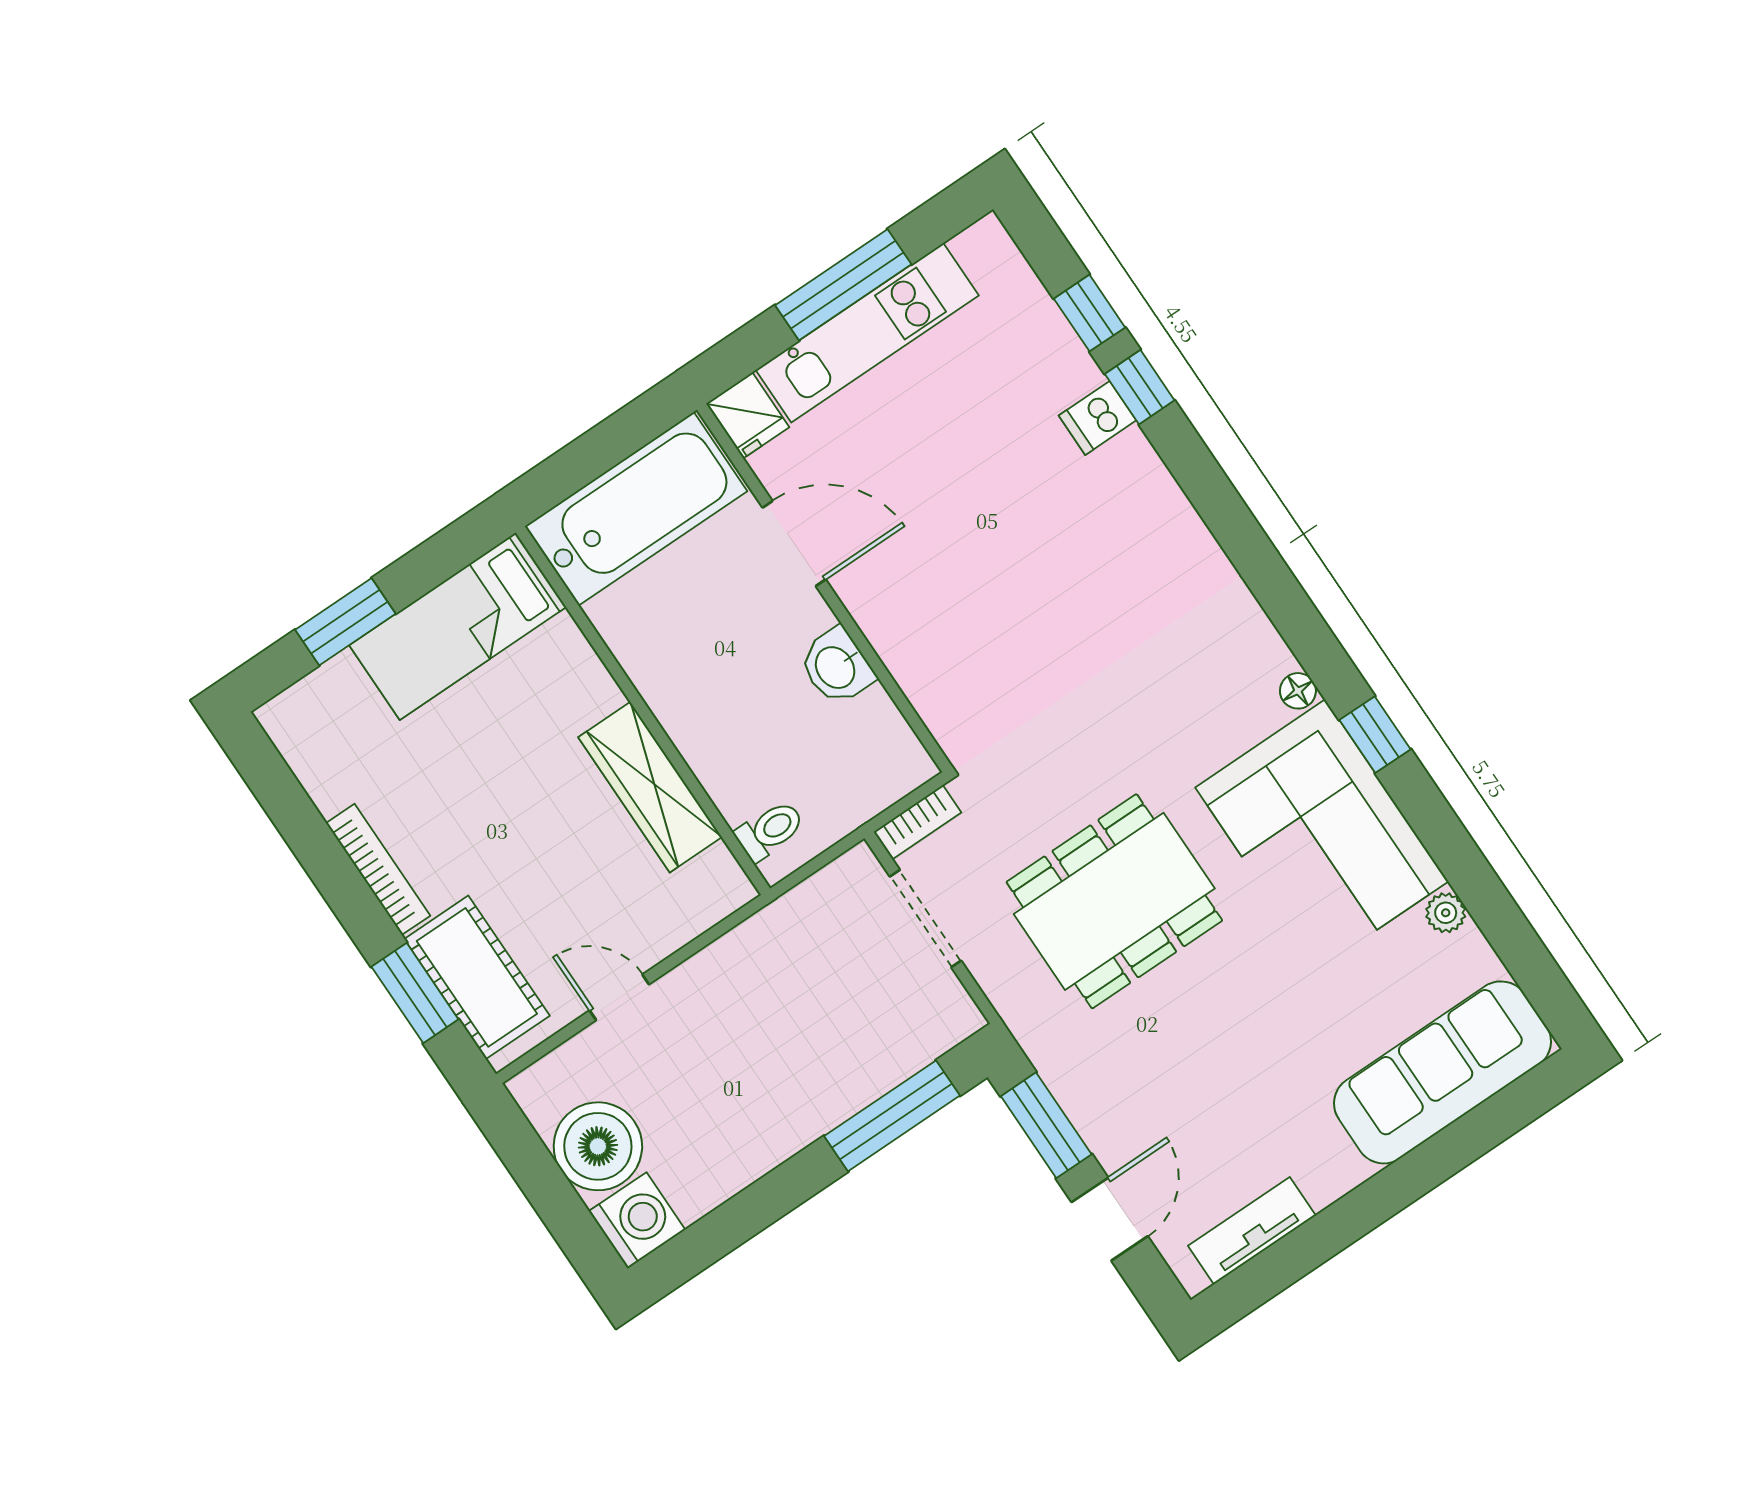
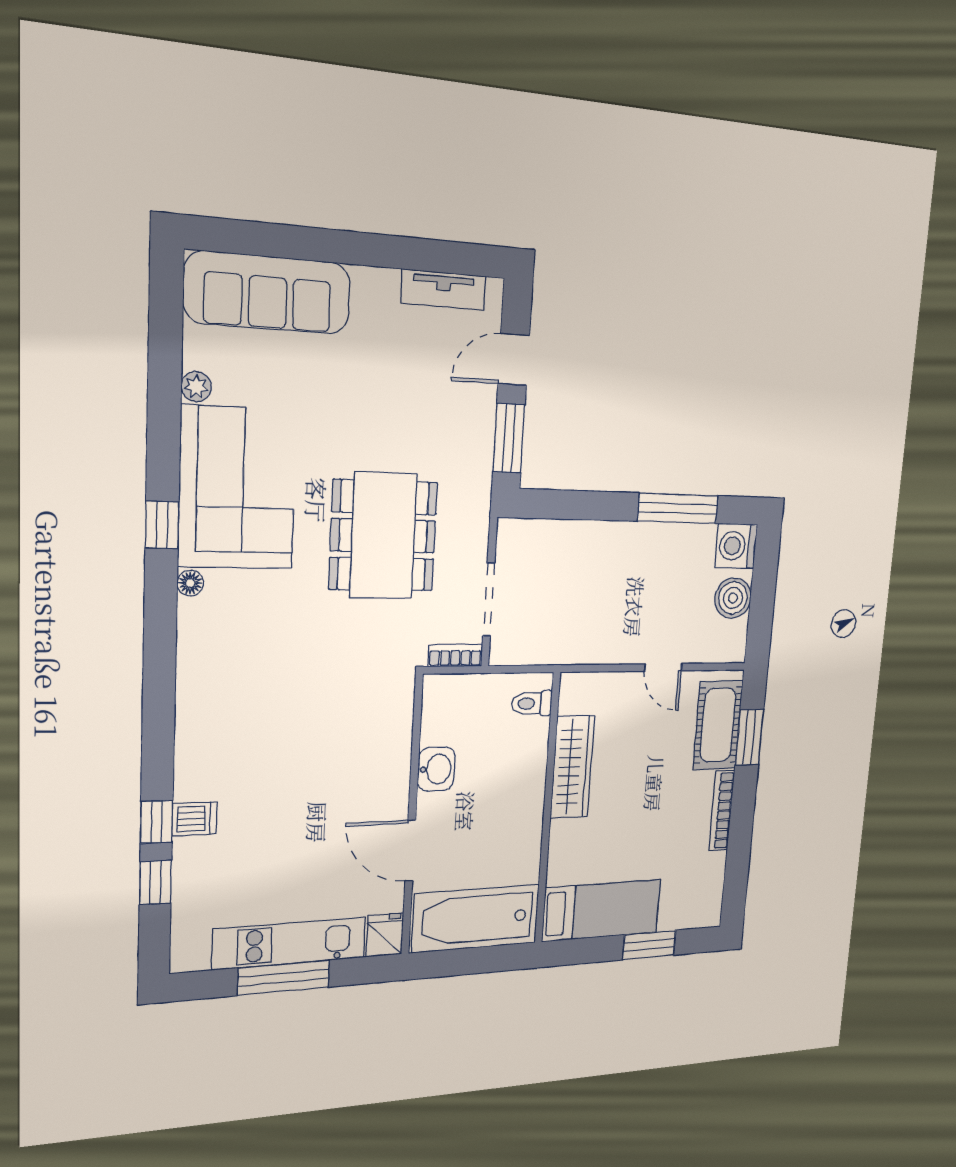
dining table: (1114, 901) -> (383, 536), turned 90
window: (892, 1116) -> (678, 508), moved
boiler: (598, 1146) -> (733, 598), width x0.73, depth x0.73

